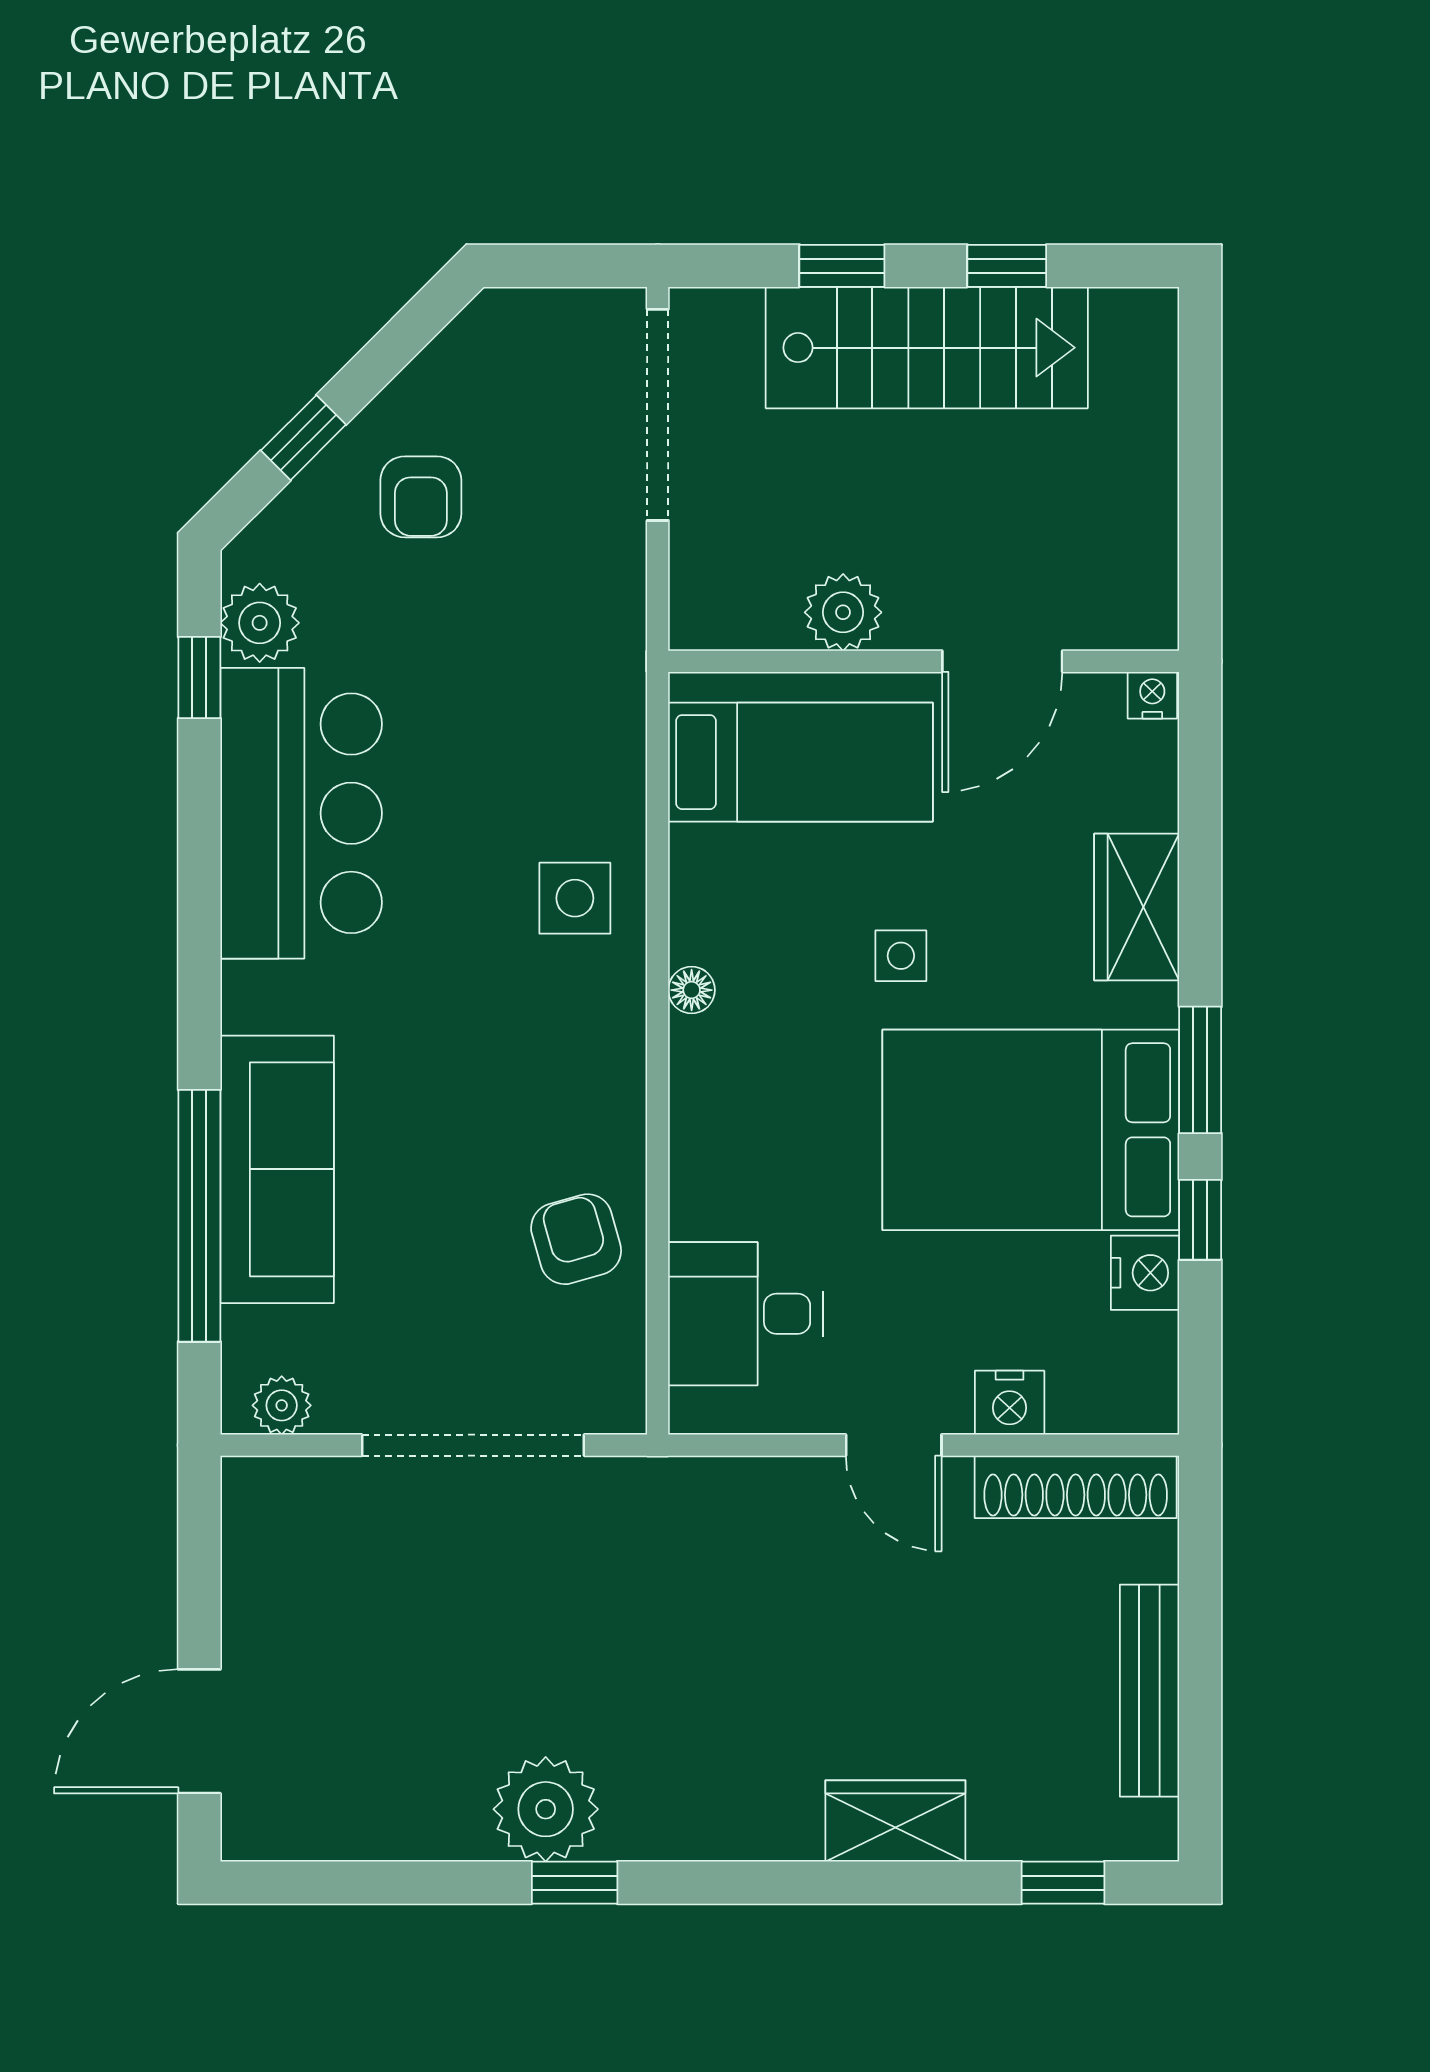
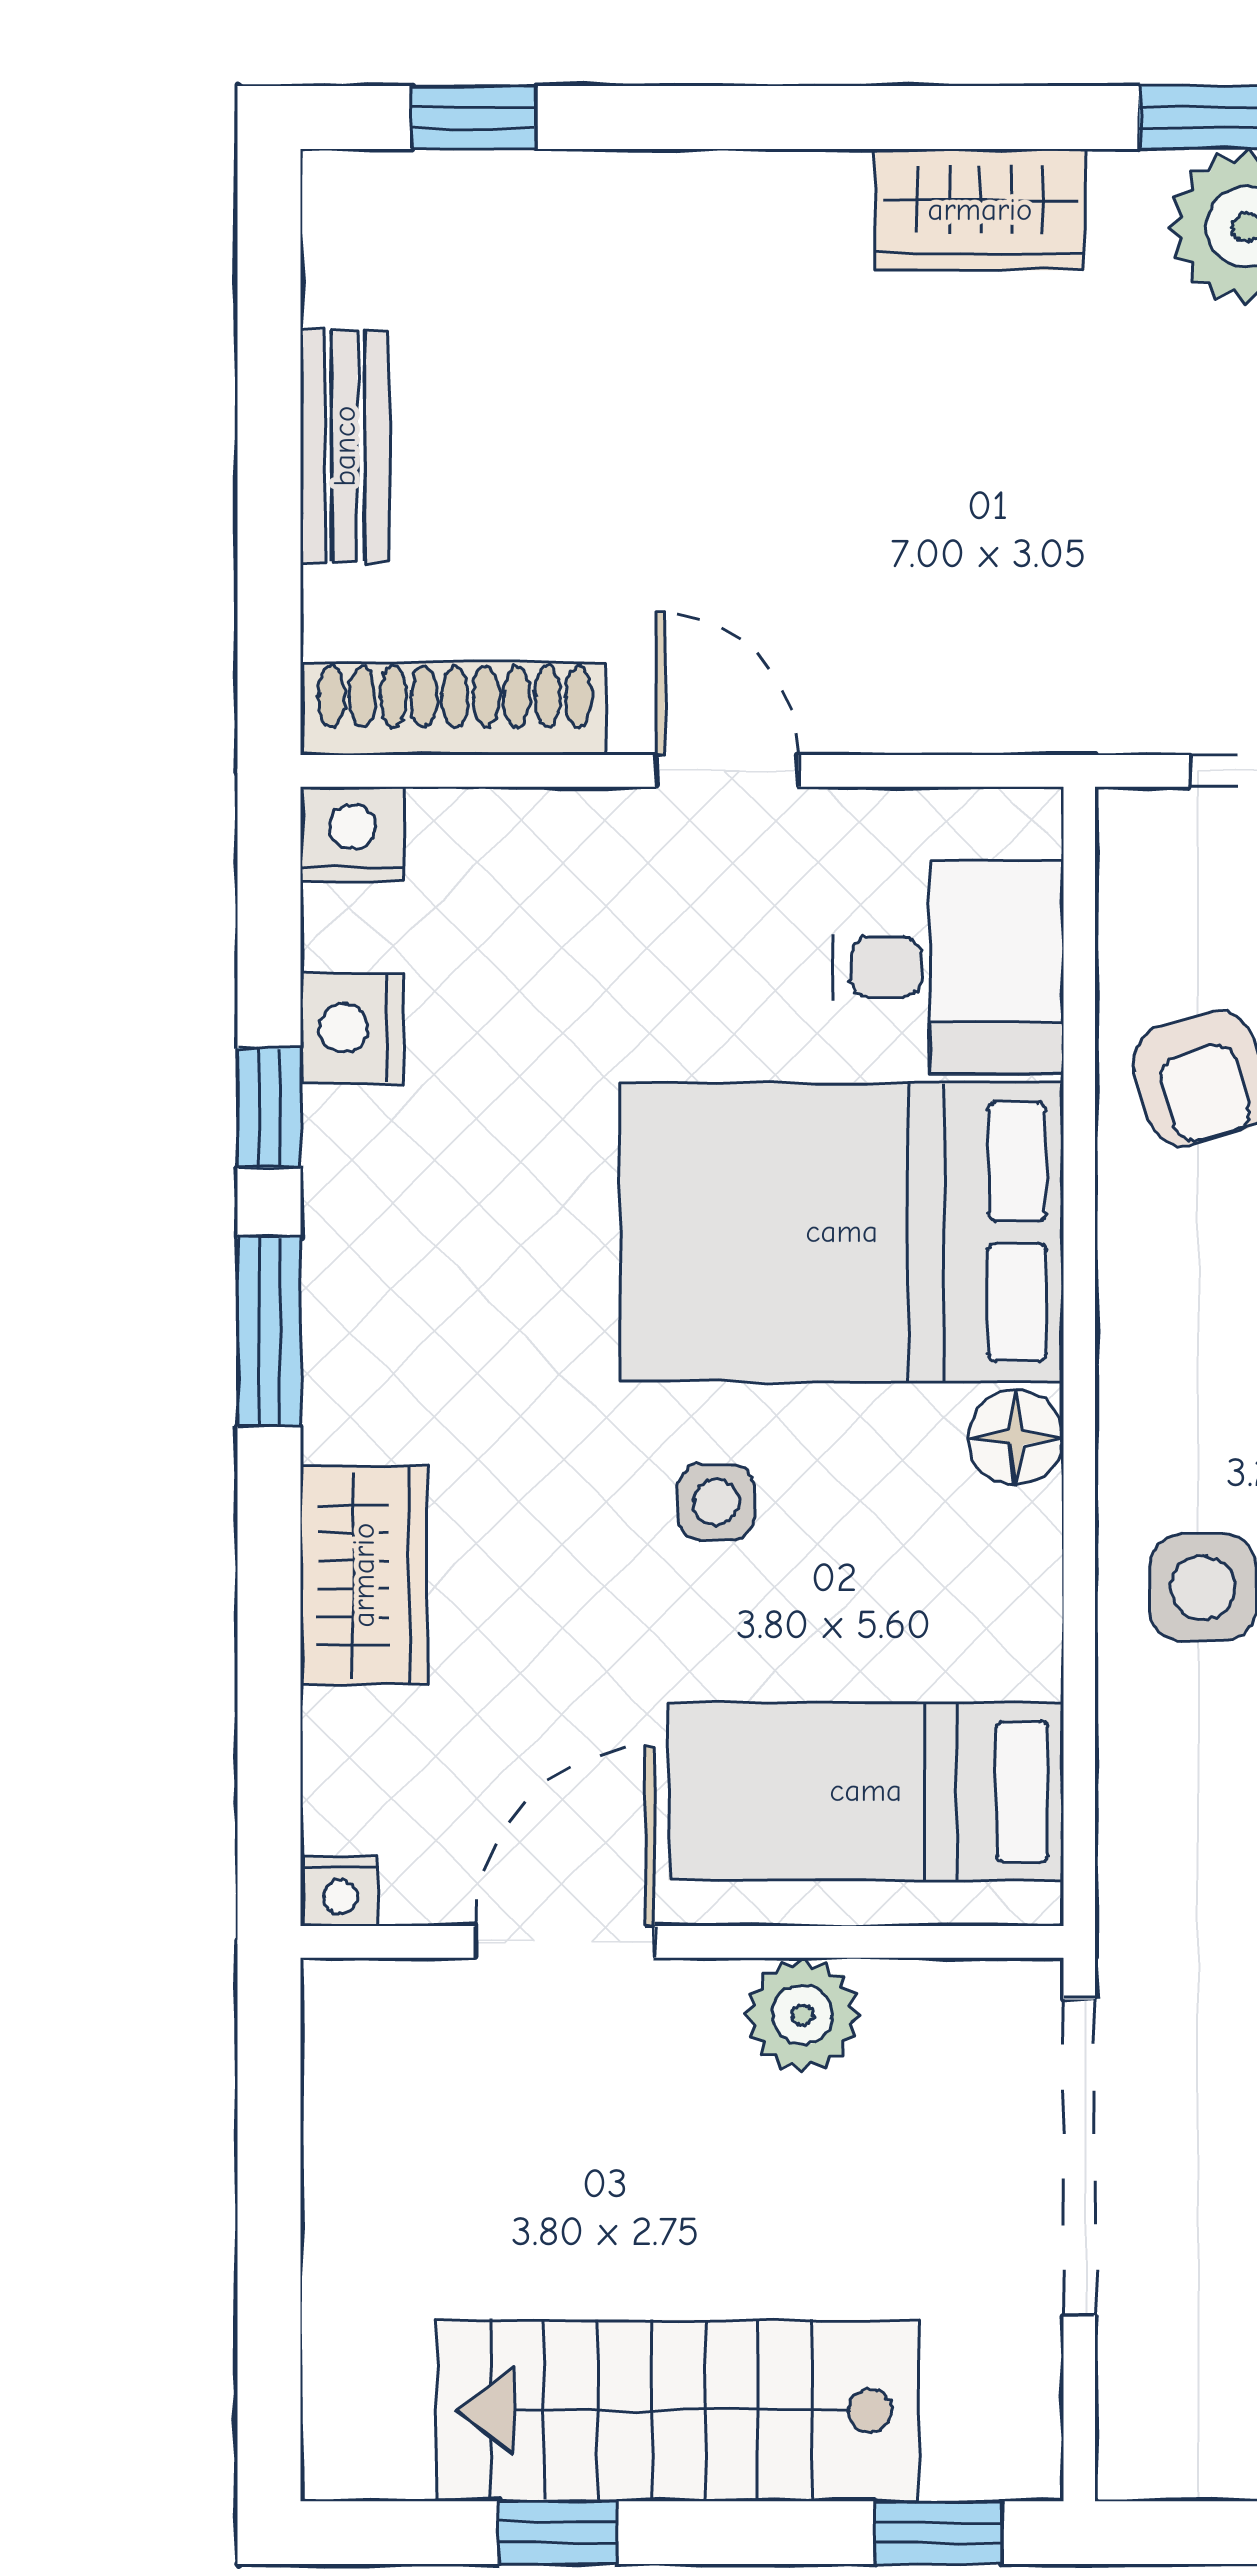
window: (842, 266) -> (938, 2533), moved
doorway: (658, 415) -> (1079, 2157), moved
floor lamp: (692, 990) -> (1016, 1438), width x1.37, depth x1.37
bed: (1031, 1130) -> (842, 1232), moved, turned 180
nightstand: (1010, 1403) -> (352, 834), moved
bench: (1149, 1691) -> (345, 446), width x0.73
wardrobe: (895, 1821) -> (980, 210), moved

